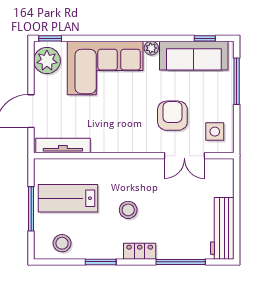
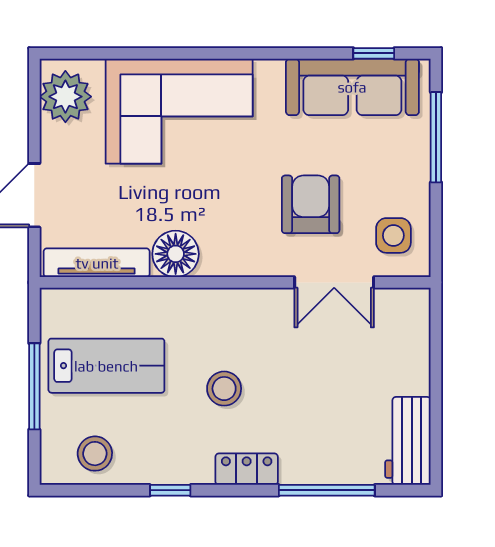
window: (50, 38) -> (71, 53), removed
plant: (151, 48) -> (269, 72), removed
floor lamp: (103, 141) -> (176, 254), added
lab bench: (68, 198) -> (106, 366), turned 180
workbench: (222, 228) -> (408, 441), width x0.73
window: (101, 262) -> (170, 490), width x0.67

